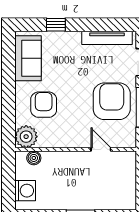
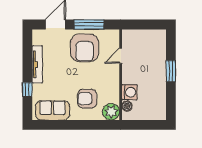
tv unit: (107, 38) -> (37, 64), moved
armchair: (112, 101) -> (85, 48), turned -90
washing machine: (25, 191) -> (129, 92), moved, turned 90

